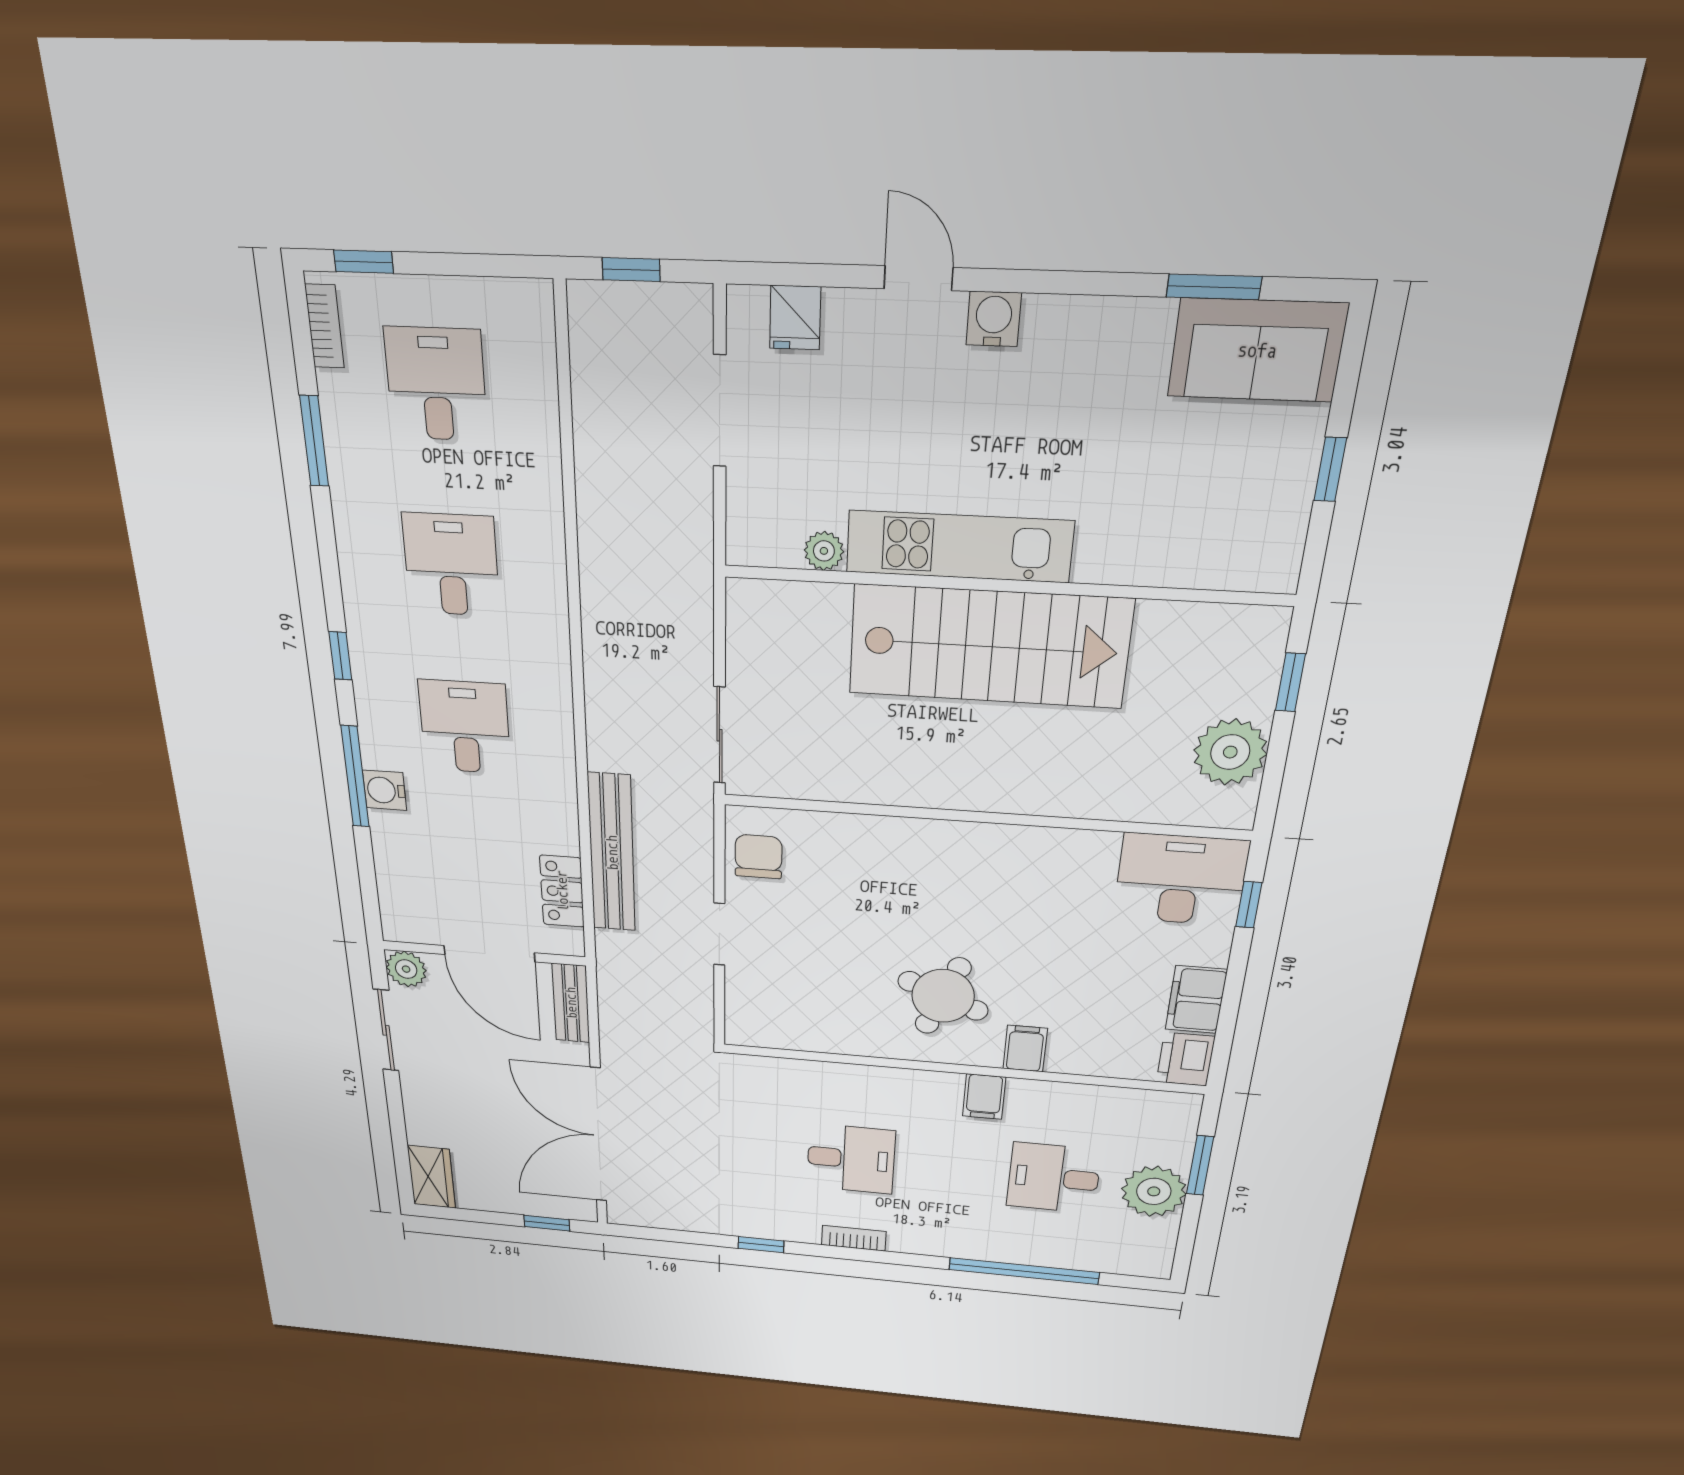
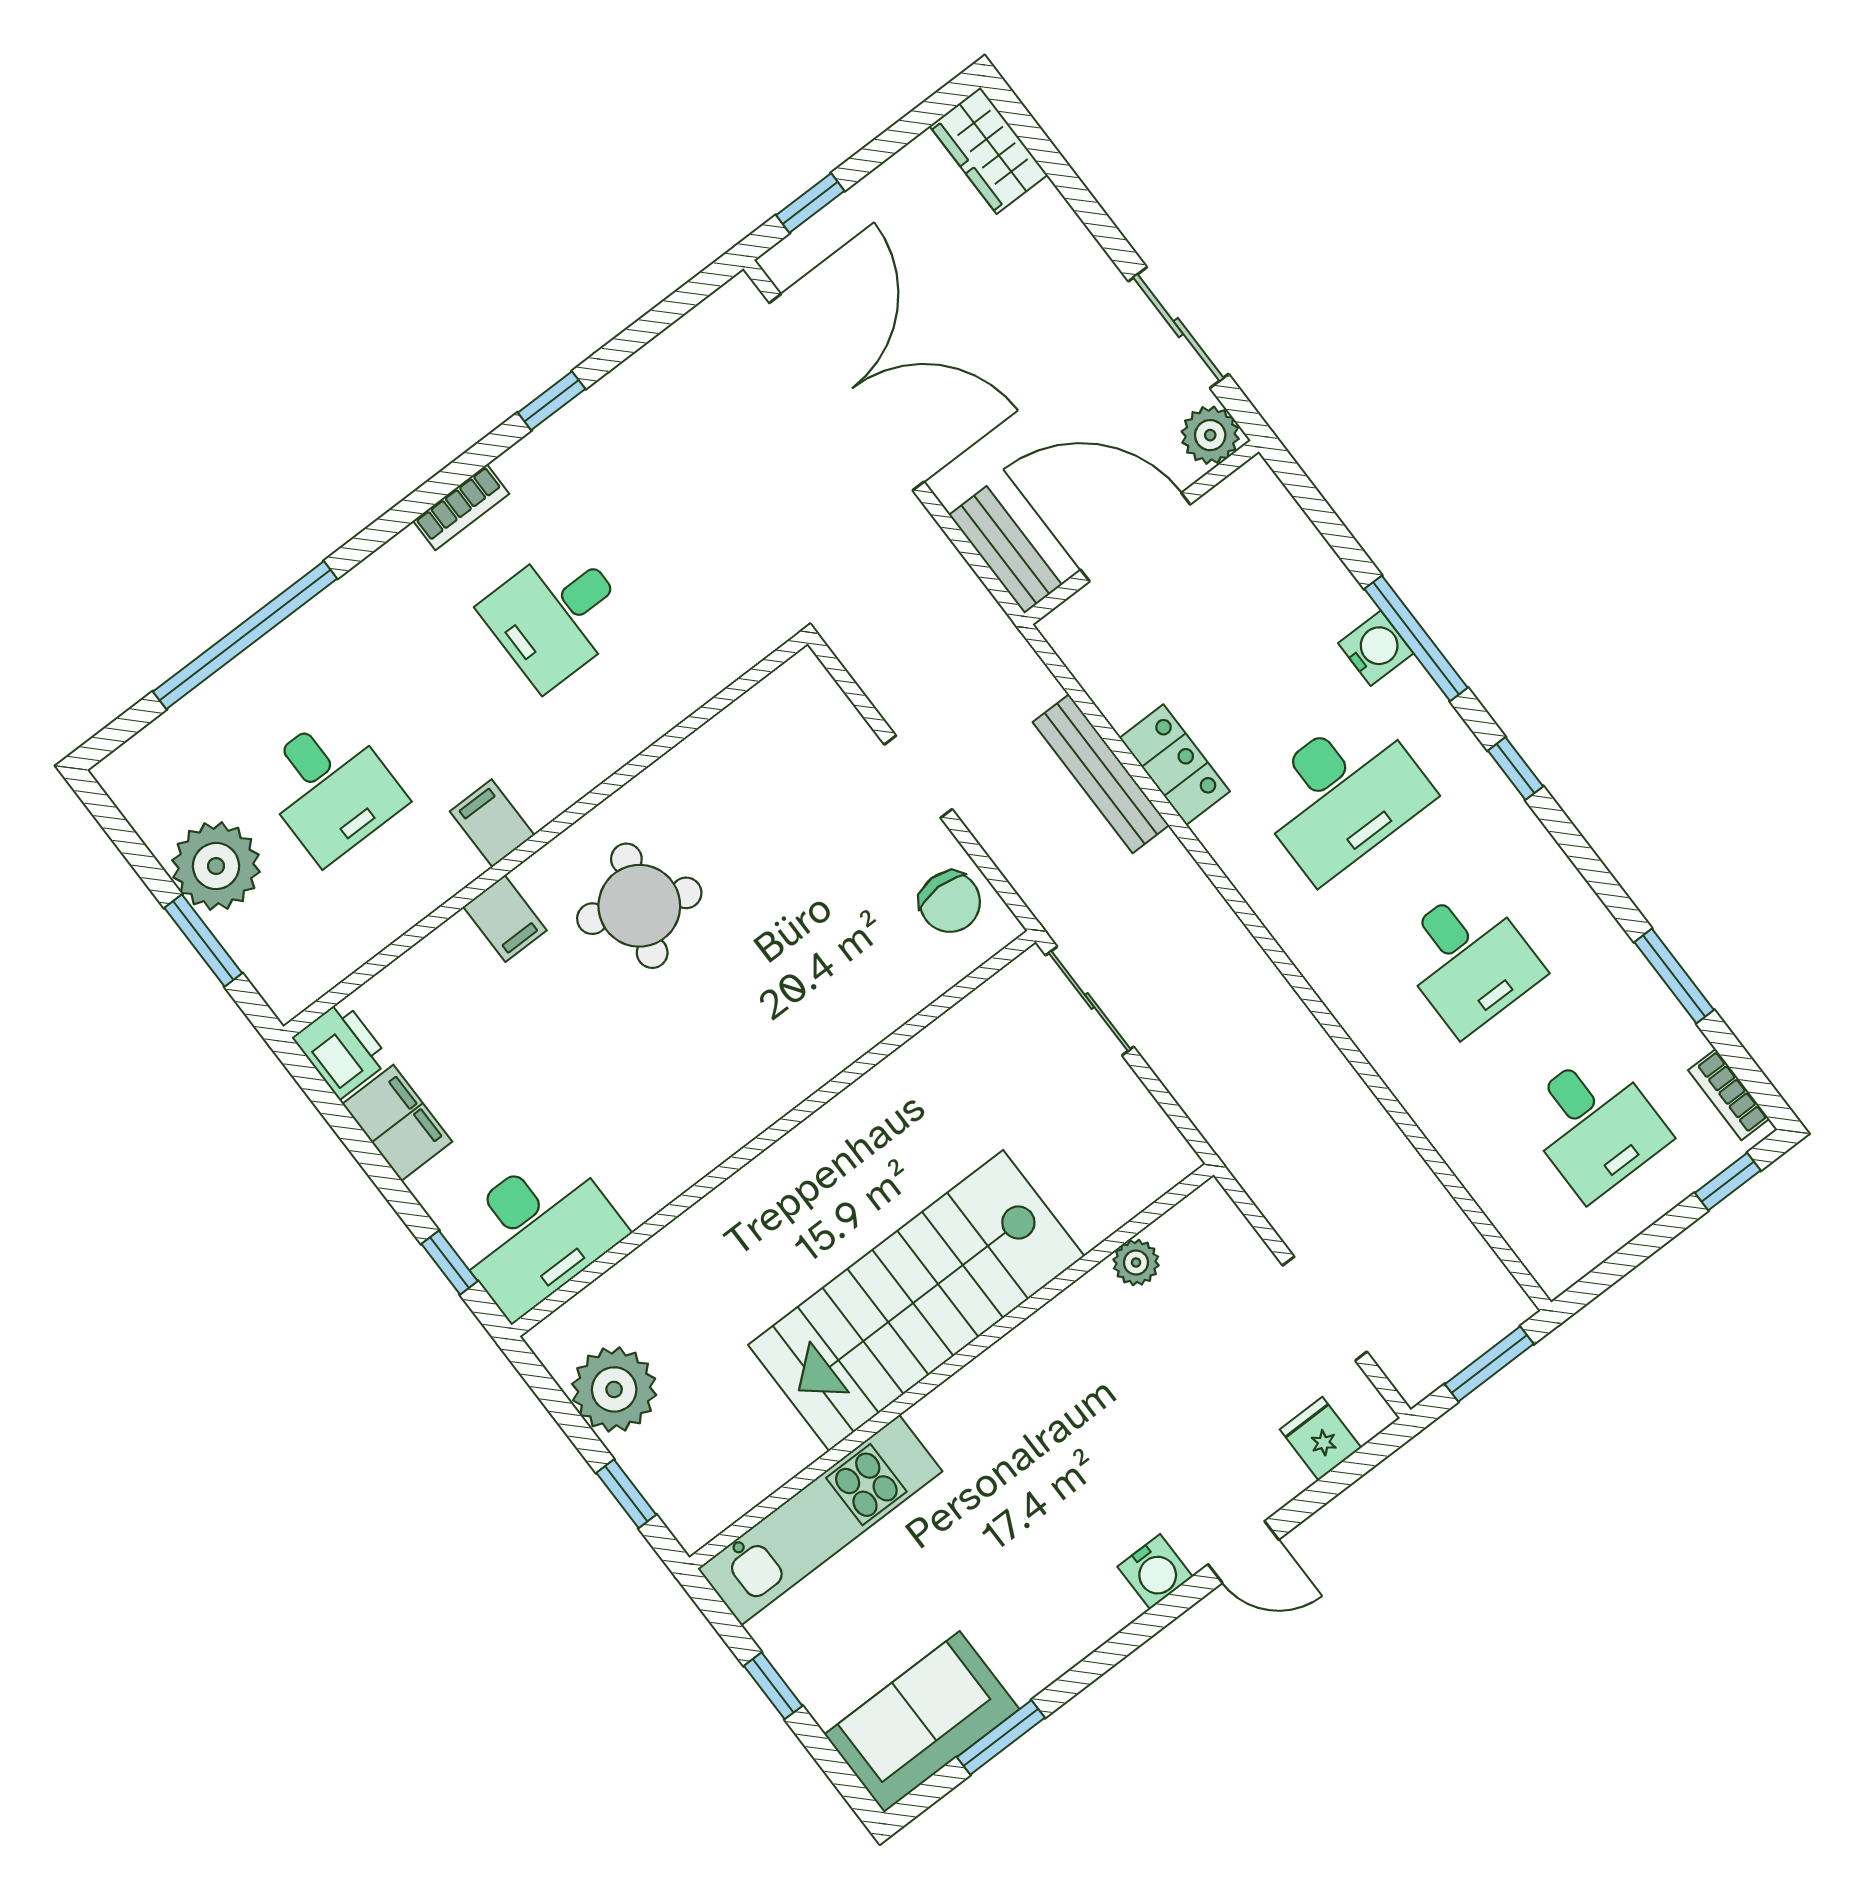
window: (631, 270) -> (1489, 1364), width x1.50
kitchen unit: (959, 547) -> (820, 1520), moved
desk: (465, 727) -> (1342, 794), width x1.37
bench: (612, 853) -> (1101, 774), width x0.73, depth x0.82
locker: (562, 891) -> (1175, 765), moved
desk: (1054, 1178) -> (330, 788), turned 90

